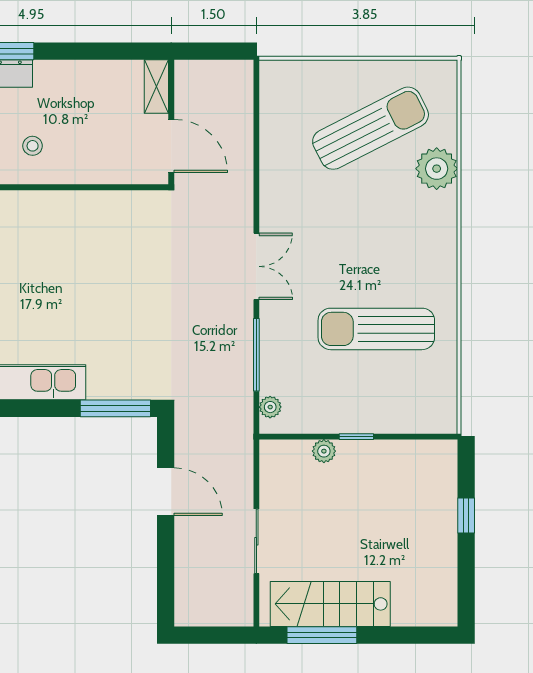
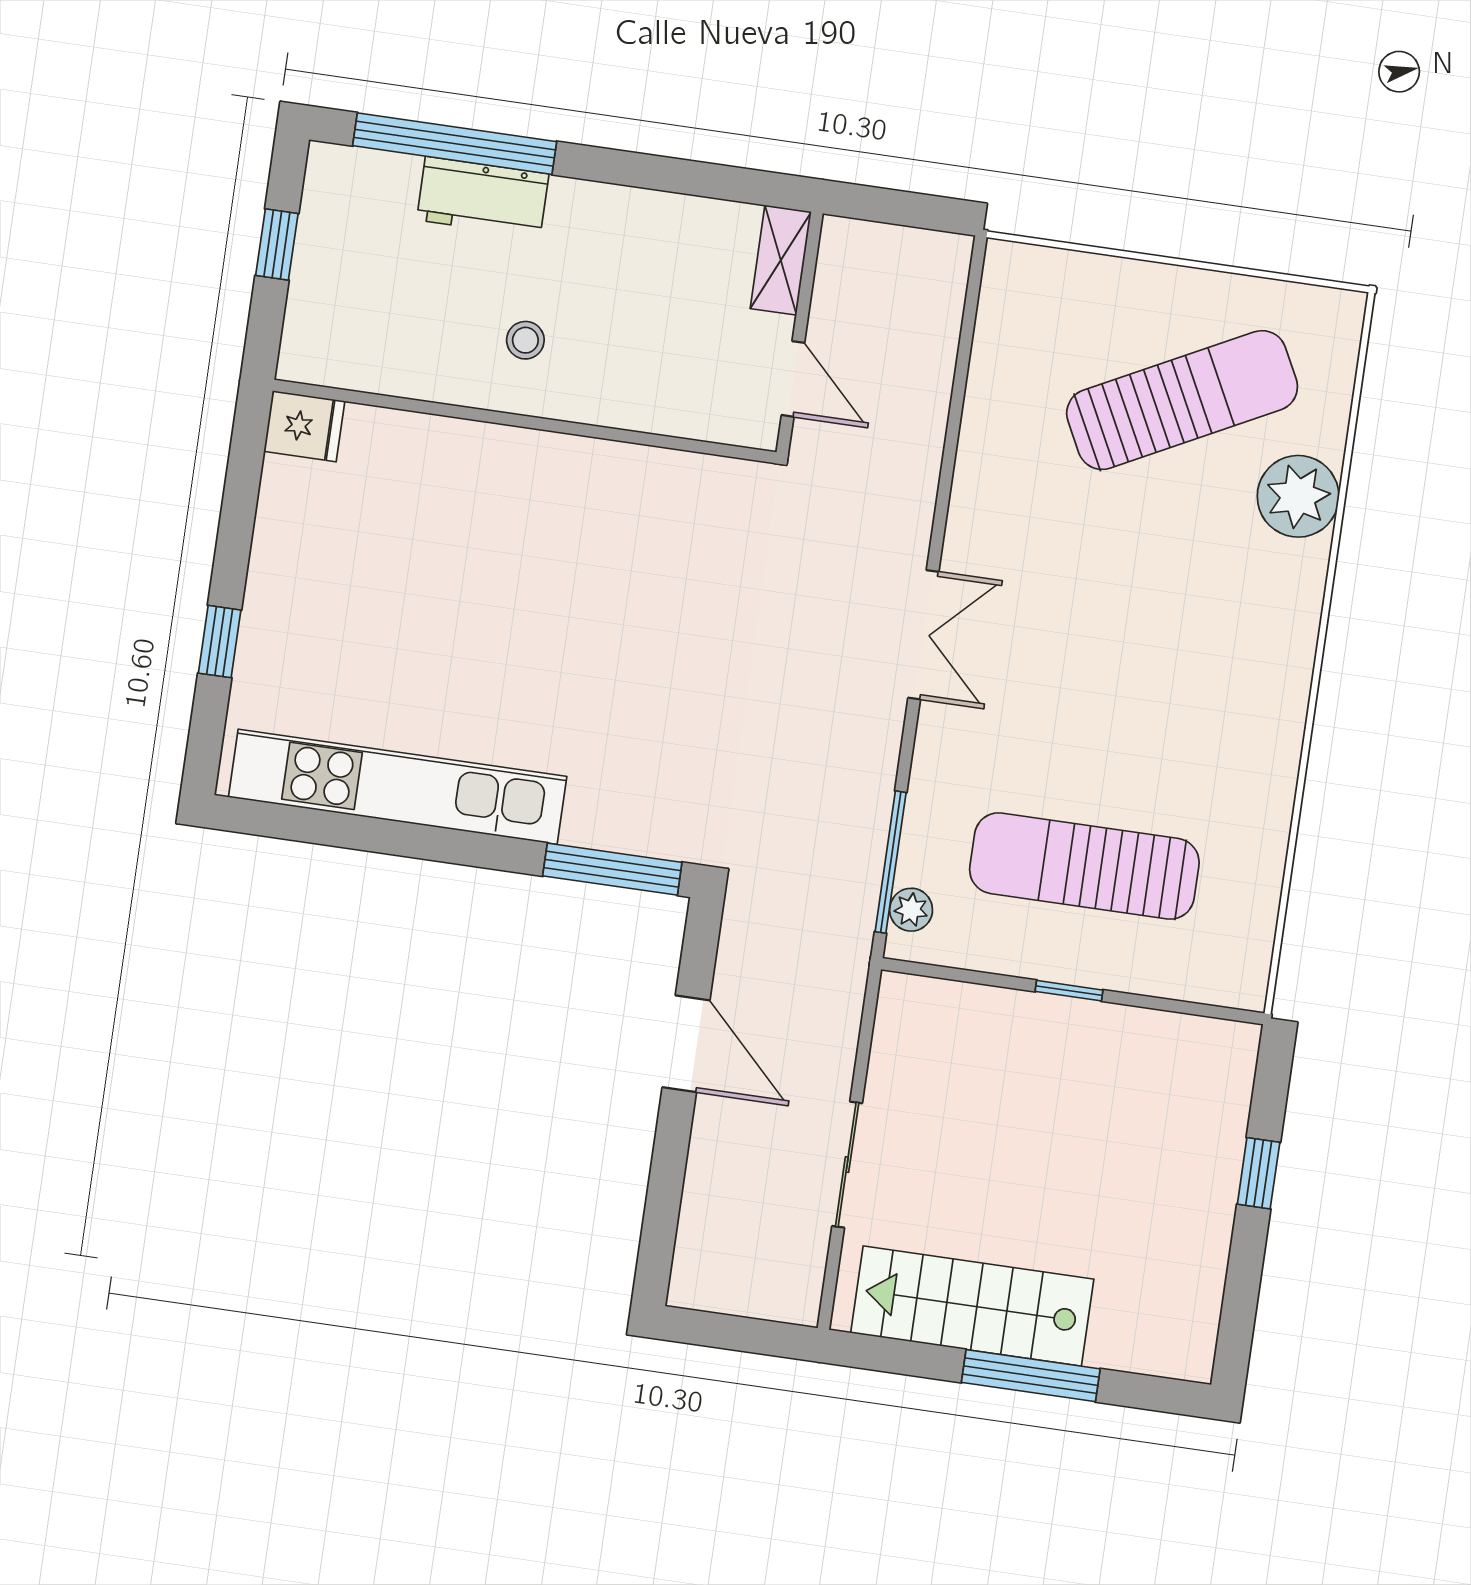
door: (171, 146) -> (793, 379), width x0.73
sun lounger: (376, 329) -> (1084, 866), moved
window: (256, 355) -> (891, 862), moved
plant: (324, 451) -> (1002, 1010), removed
window: (322, 635) -> (1031, 1376), moved

